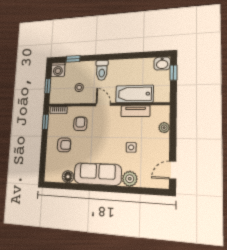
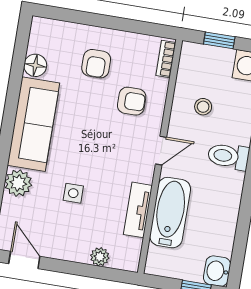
window: (45, 122) -> (147, 28), removed

